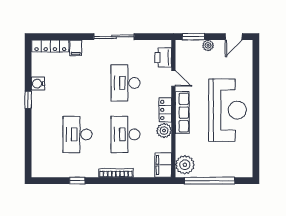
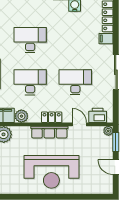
door: (234, 37) -> (116, 167), moved
plant: (208, 45) -> (108, 131), moved
door: (173, 78) -> (79, 124), swing flipped
plant: (164, 131) -> (21, 116), moved

